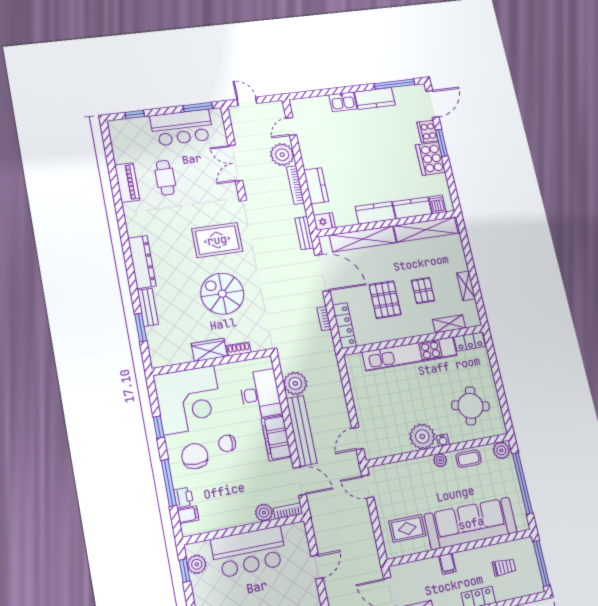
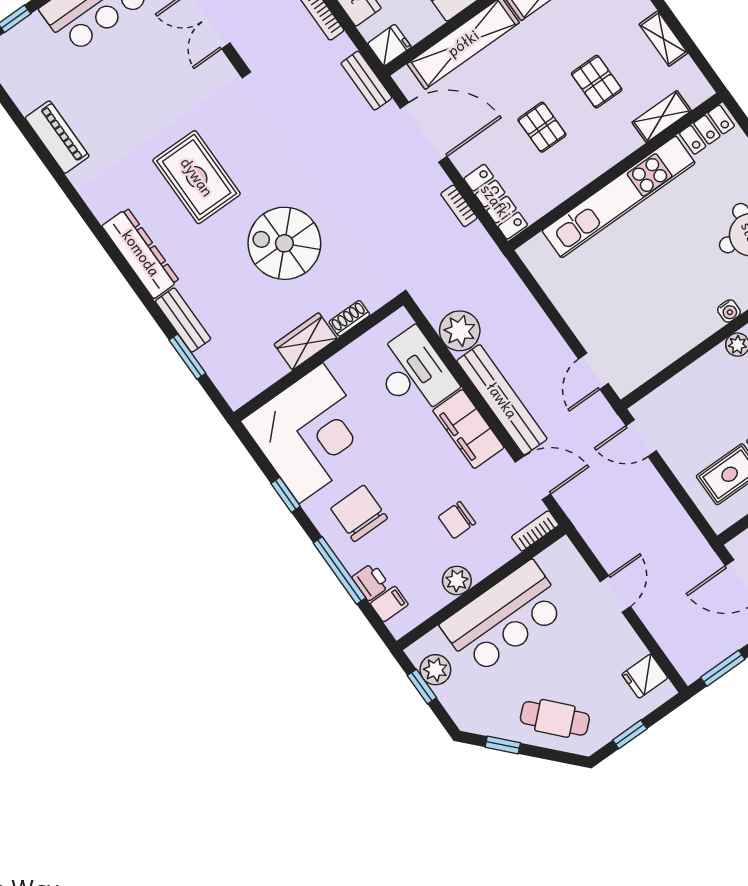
cafe table: (165, 178) -> (111, 99), removed
rug: (217, 240) -> (197, 177), moved, turned 90
pallet: (385, 300) -> (542, 127), width x0.67, depth x0.71
plant: (422, 436) -> (694, 320), removed
chair: (227, 443) -> (457, 520), moved
plant: (264, 513) -> (457, 581), moved

